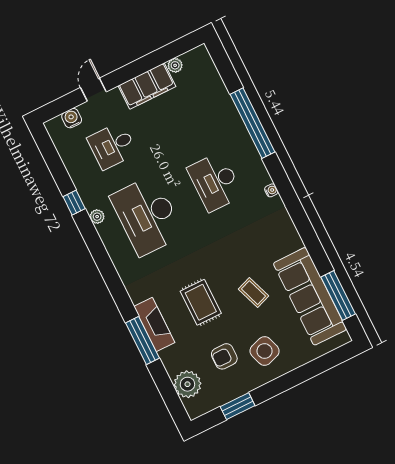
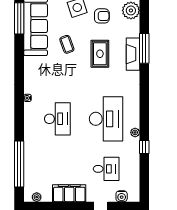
plant: (175, 65) -> (37, 197), moved
window: (253, 123) -> (19, 164), moved

